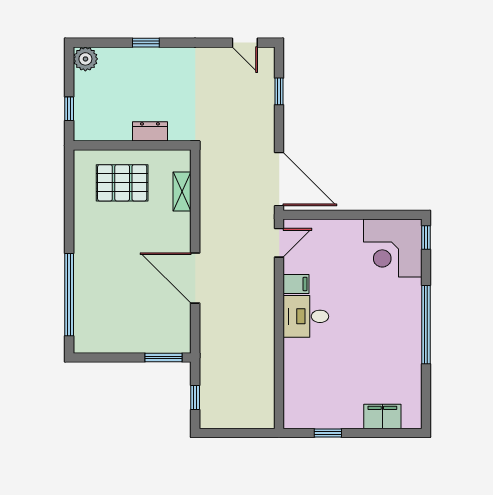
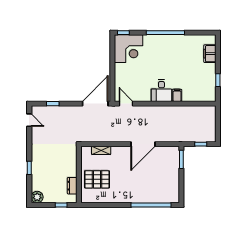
door: (245, 43) -> (29, 120), hinge flipped
dresser: (150, 131) -> (72, 186), moved
pallet: (122, 183) -> (97, 179), turned 90
filing cabinet: (296, 284) -> (177, 95), moved

